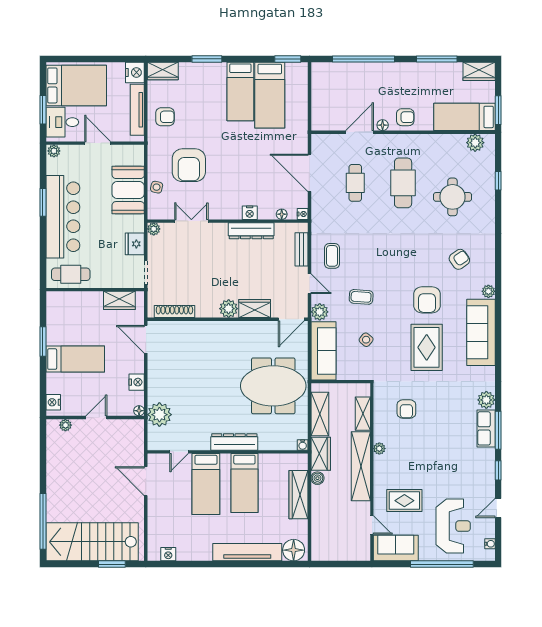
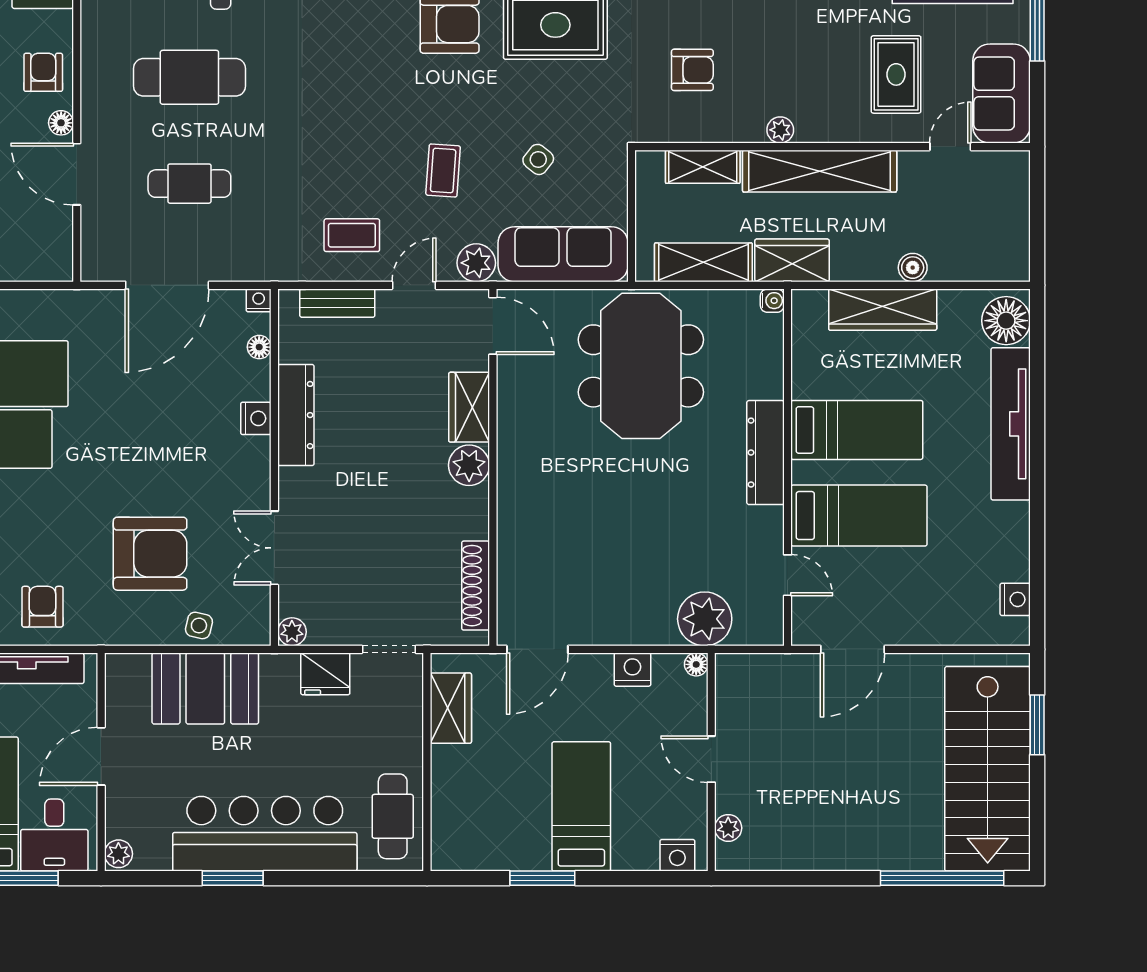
boiler: (317, 478) -> (913, 268), moved

